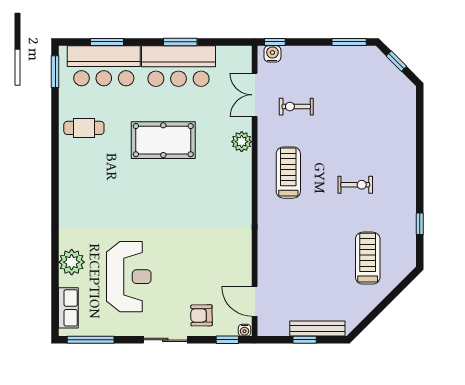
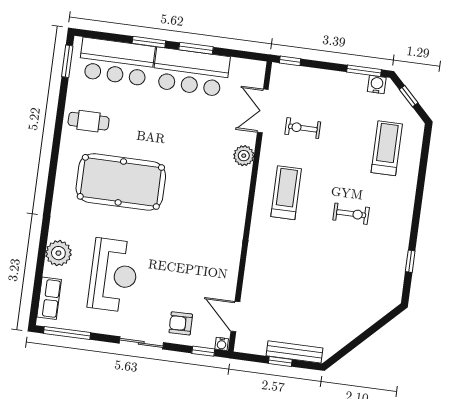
window: (107, 42) -> (149, 42), moved
water cooler: (272, 54) -> (377, 84), moved
pool table: (163, 140) -> (121, 182), moved, width x1.36, depth x1.32
treadmill: (368, 258) -> (387, 148), moved

